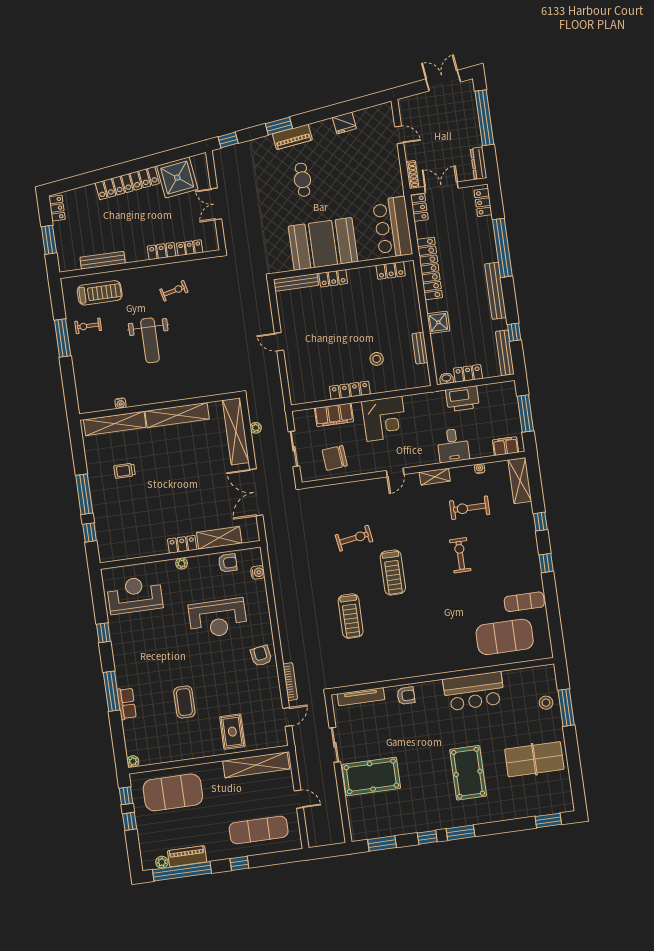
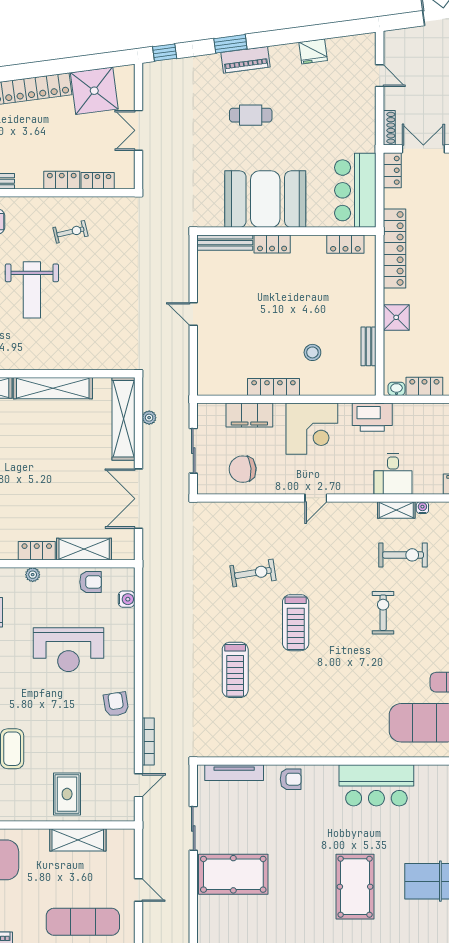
cafe table: (302, 180) -> (251, 115), turned 90
printer: (462, 399) -> (372, 417), moved
shelving: (435, 477) -> (396, 510), moved
exercise bike: (470, 508) -> (403, 555), turned 180
shelving: (256, 765) -> (78, 840), width x0.68

